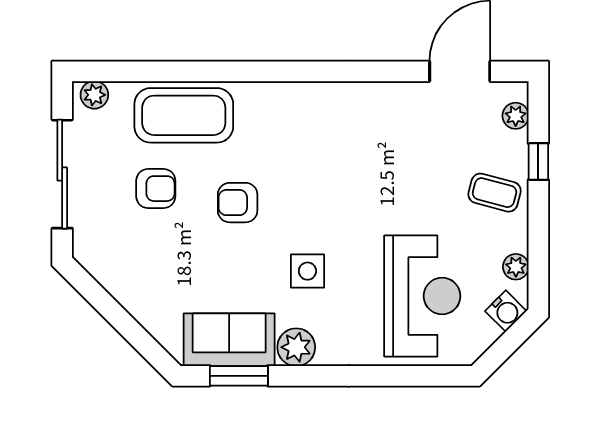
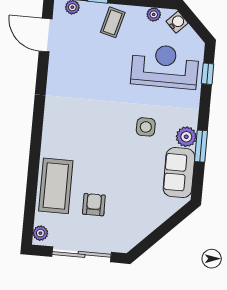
armchair: (238, 203) -> (105, 161), removed
window: (239, 376) -> (201, 146), moved
window: (416, 376) -> (208, 74), added

